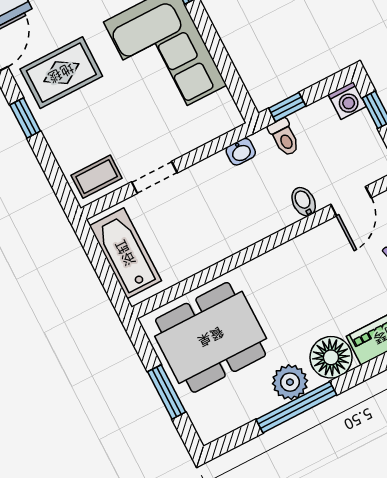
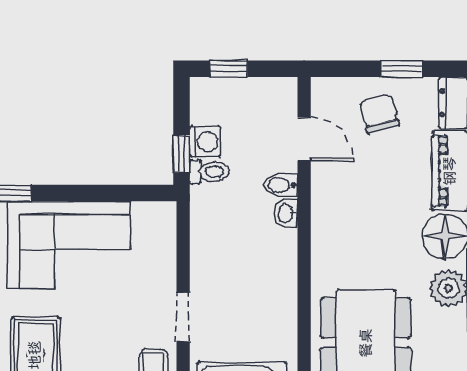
washing machine: (347, 101) -> (205, 142), moved
washbasin: (241, 152) -> (286, 213), moved, turned 180

